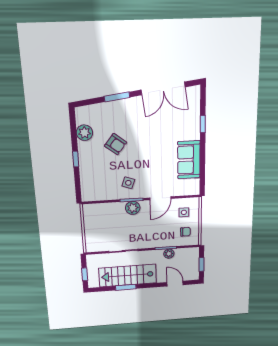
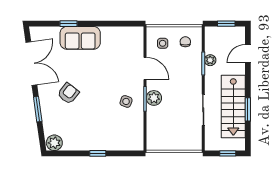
plant: (84, 133) -> (54, 143), moved
armchair: (116, 144) -> (68, 93), moved
sofa: (189, 160) -> (80, 38), moved

